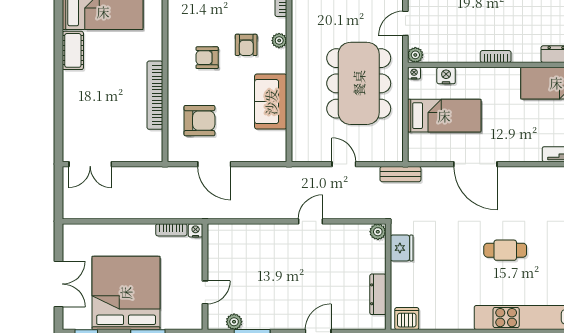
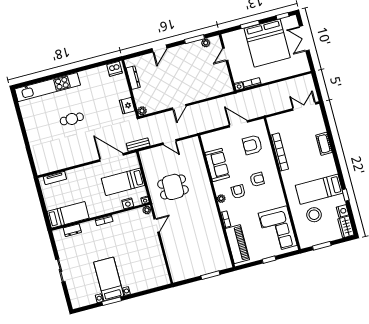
cot: (73, 50) -> (324, 144), moved
dining table: (359, 83) -> (173, 187), width x0.53, depth x0.80
door: (475, 164) -> (111, 157), moved

